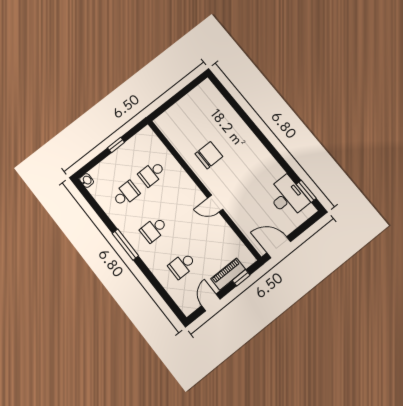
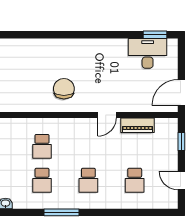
school desk: (126, 194) -> (42, 180), turned 180
window: (125, 245) -> (62, 212), moved
piano: (228, 274) -> (138, 125), moved, turned -90

